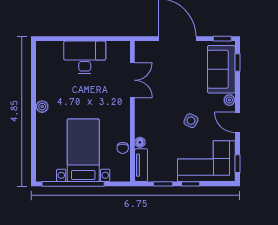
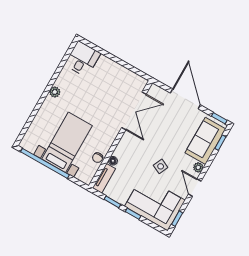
desk: (85, 57) -> (83, 59), moved, width x0.73
double door: (132, 80) -> (134, 111), width x1.37

